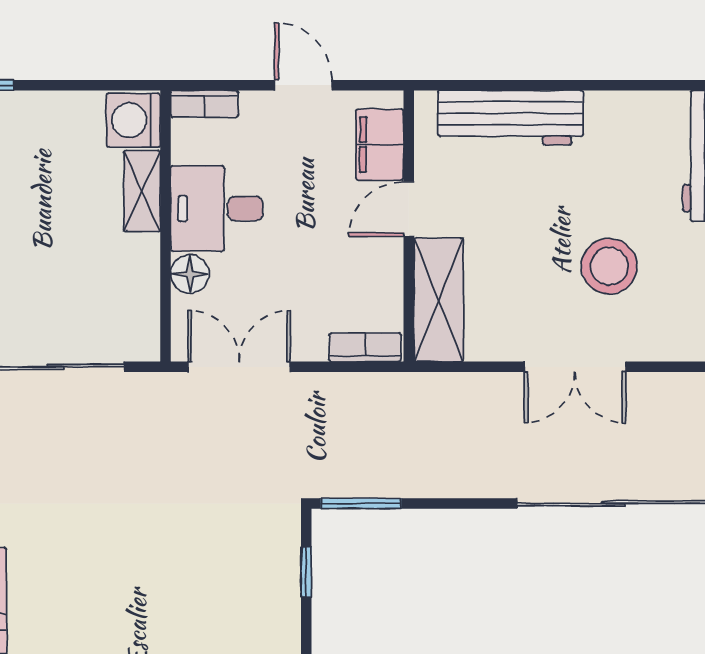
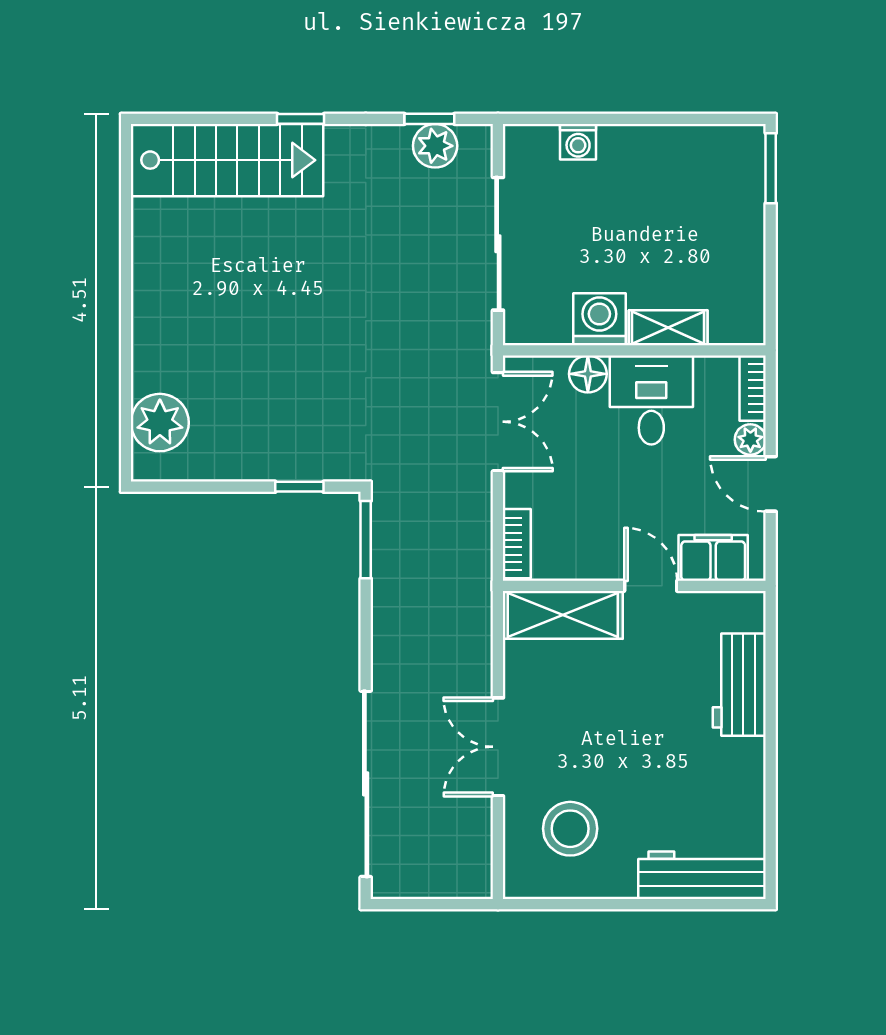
door: (303, 85) -> (771, 484), swing flipped
plant: (258, 106) -> (750, 440), added
workbench: (511, 118) -> (739, 685), width x0.73
washing machine: (133, 120) -> (599, 319), moved
stool: (609, 266) -> (570, 829), moved

